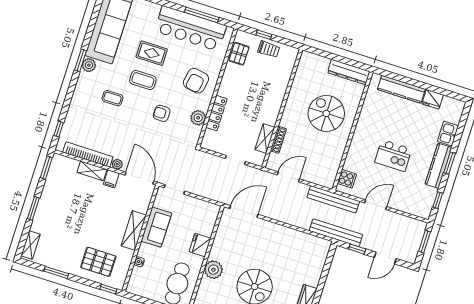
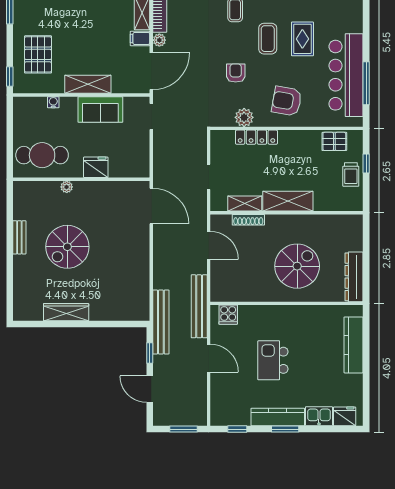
fridge: (433, 99) -> (345, 416), moved, turned 90
shelving: (274, 105) -> (288, 201), added
plant: (213, 270) -> (67, 187), width x0.53, depth x0.53

